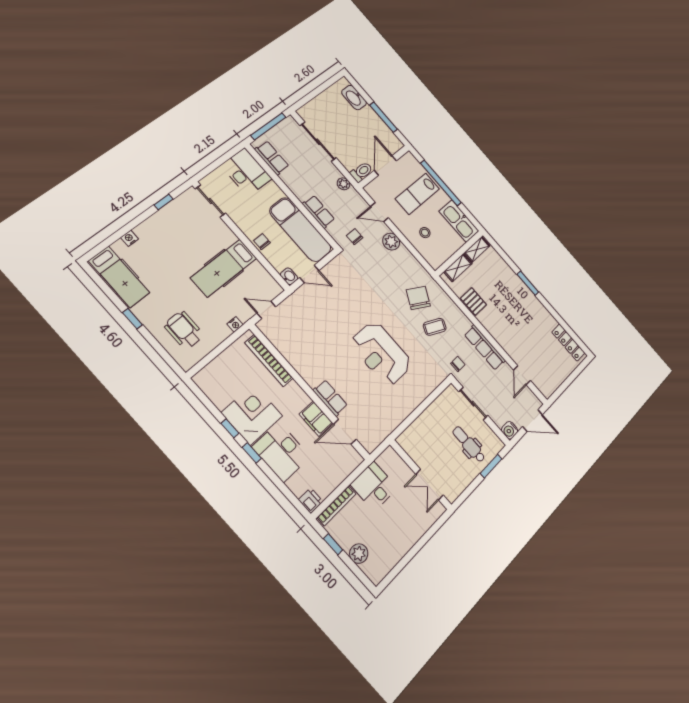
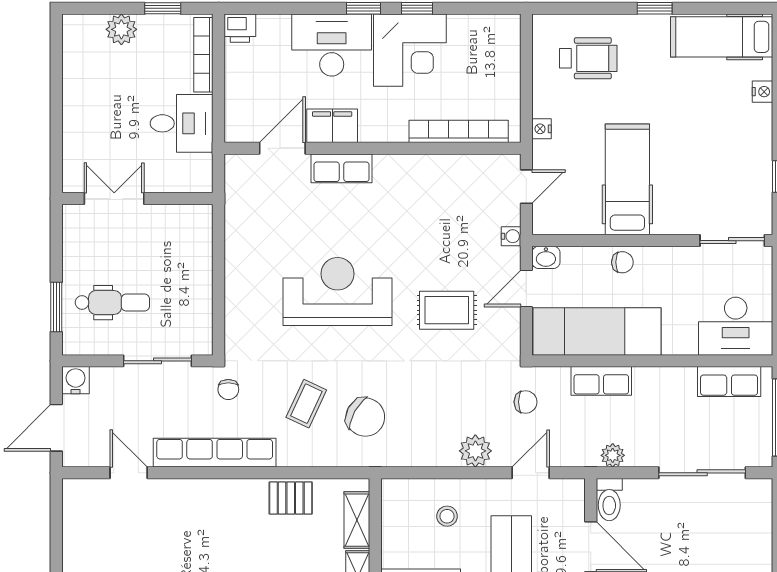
water cooler: (293, 299) -> (511, 236), added
rug: (348, 301) -> (447, 310), added
row of seats: (485, 347) -> (215, 453), width x1.36

